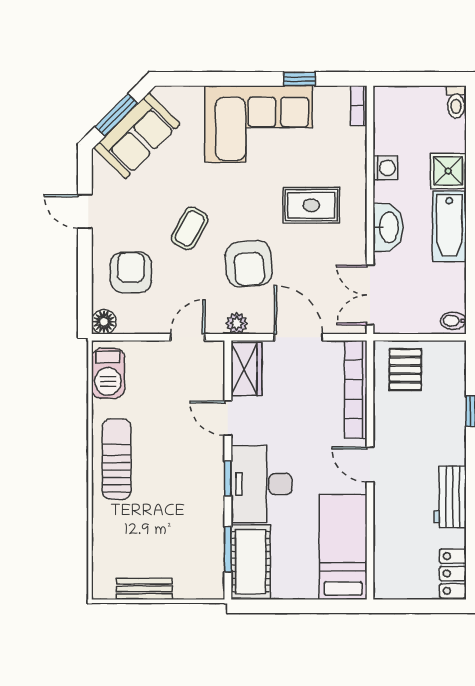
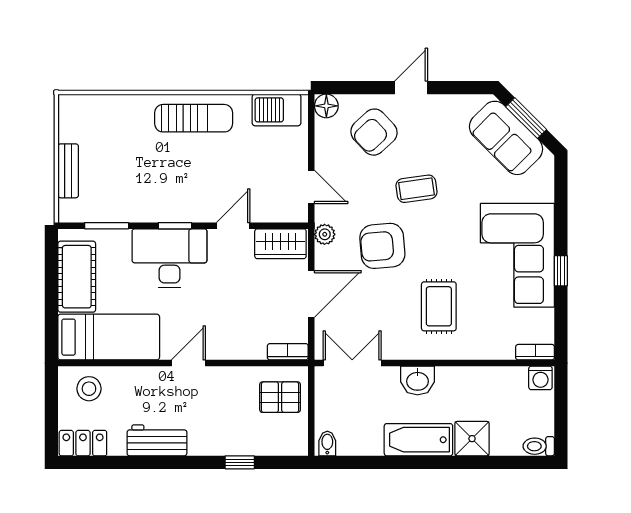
window: (299, 79) -> (561, 271), moved
washing machine: (385, 168) -> (540, 378), moved
door: (85, 211) -> (411, 88), moved
washbasin: (388, 227) -> (418, 380), width x0.72
coffee table: (190, 228) -> (416, 189), turned -37
armchair: (131, 272) -> (374, 132), turned 137
bookcase: (356, 389) -> (288, 352), width x0.43, depth x0.76
cot: (251, 562) -> (77, 277), moved, turned 90
stool: (397, 567) -> (89, 389), added
bench: (144, 589) -> (68, 171), moved

